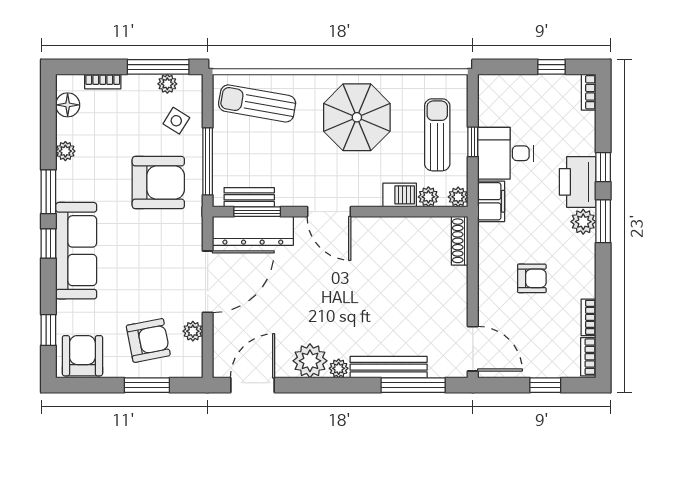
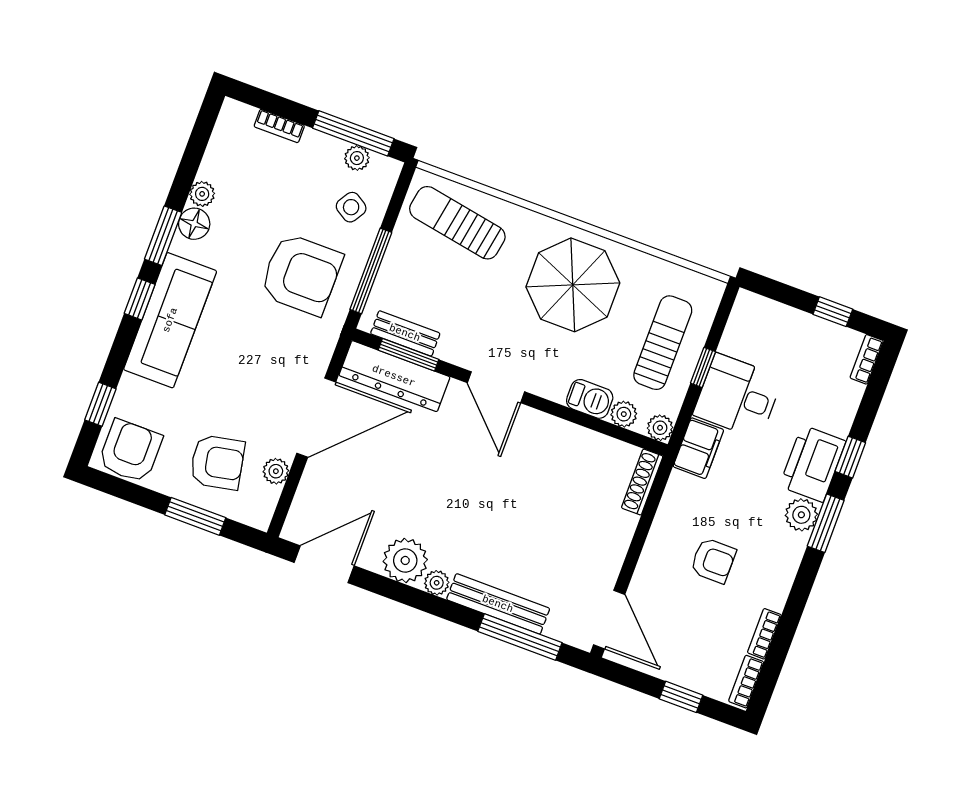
floor lamp: (68, 105) -> (194, 224), moved

